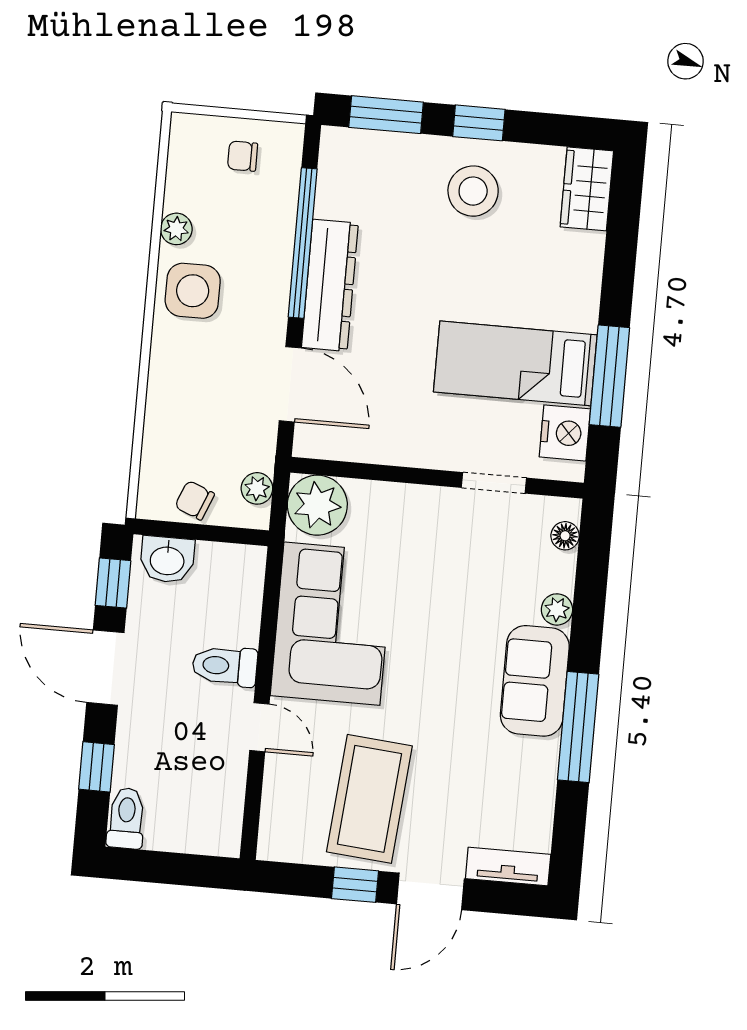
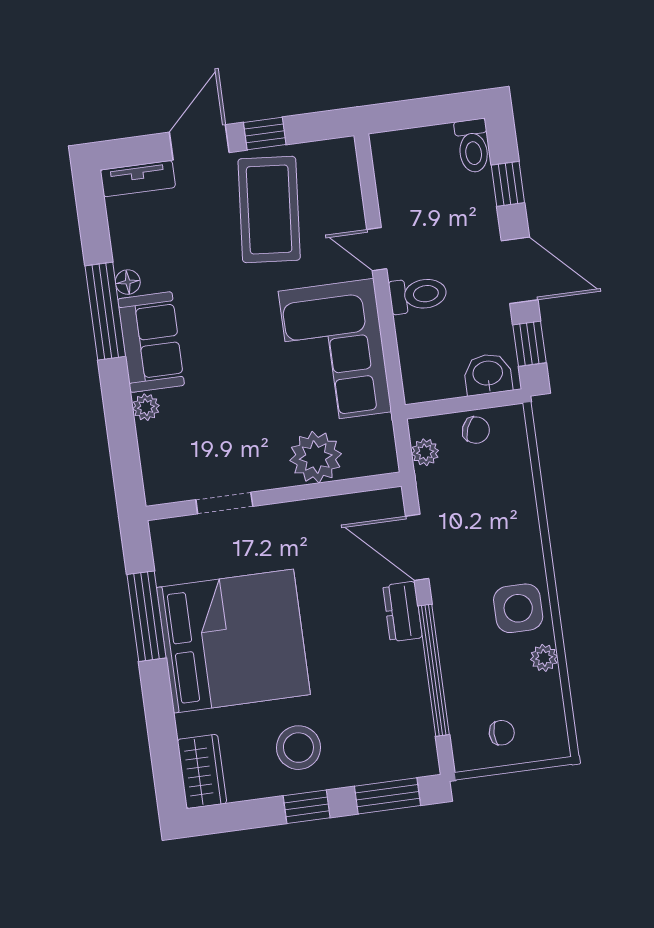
dresser: (330, 285) -> (402, 612), width x0.51, depth x0.80
bed: (515, 363) -> (233, 641), width x2.04
nightstand: (565, 433) -> (173, 559), removed
plant: (317, 505) -> (316, 457), moved
floor lamp: (565, 536) -> (128, 282), moved

